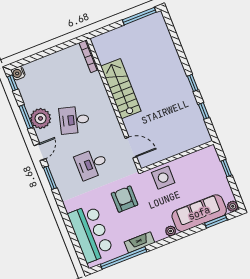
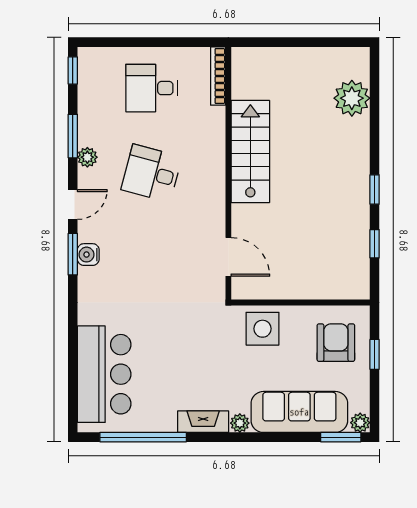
window: (139, 16) -> (329, 42), removed
plant: (162, 40) -> (352, 98), added
water cooler: (18, 73) -> (88, 255), moved
plant: (41, 118) -> (87, 157), width x0.53, depth x0.53
desk: (92, 164) -> (151, 88), moved
armchair: (125, 199) -> (336, 343), moved
window: (216, 222) -> (341, 437), moved
fireplace: (139, 242) -> (203, 422), moved

